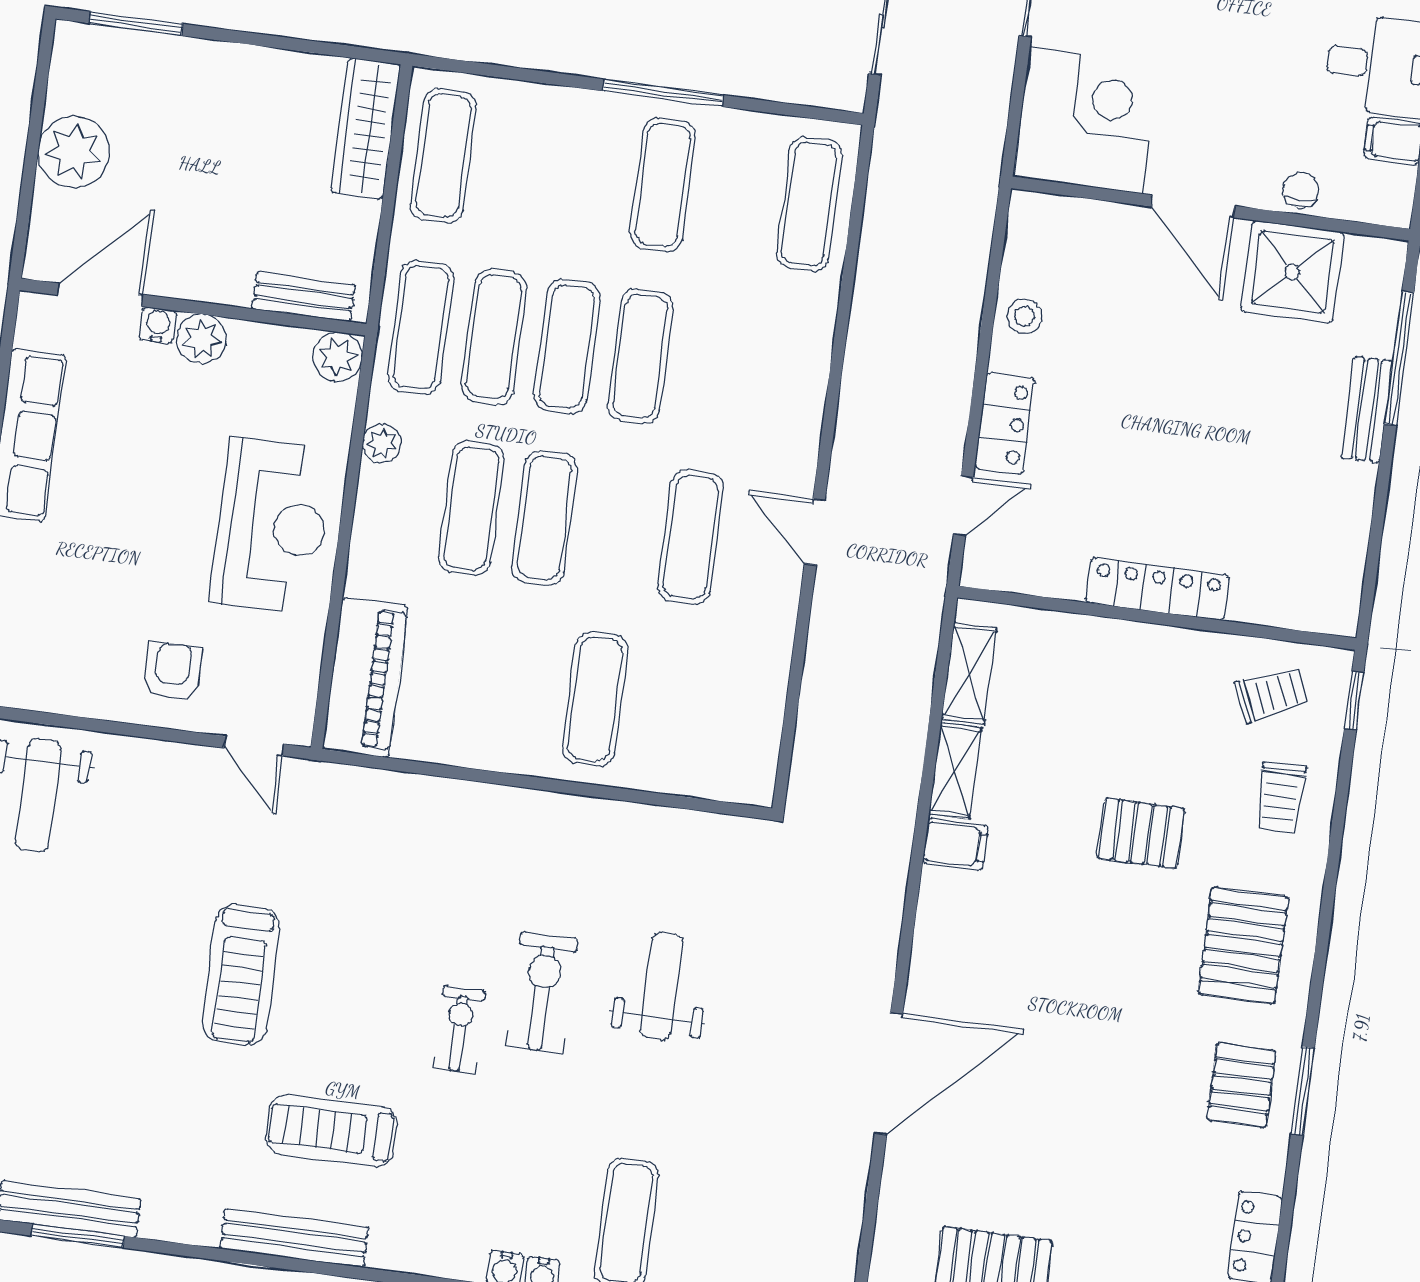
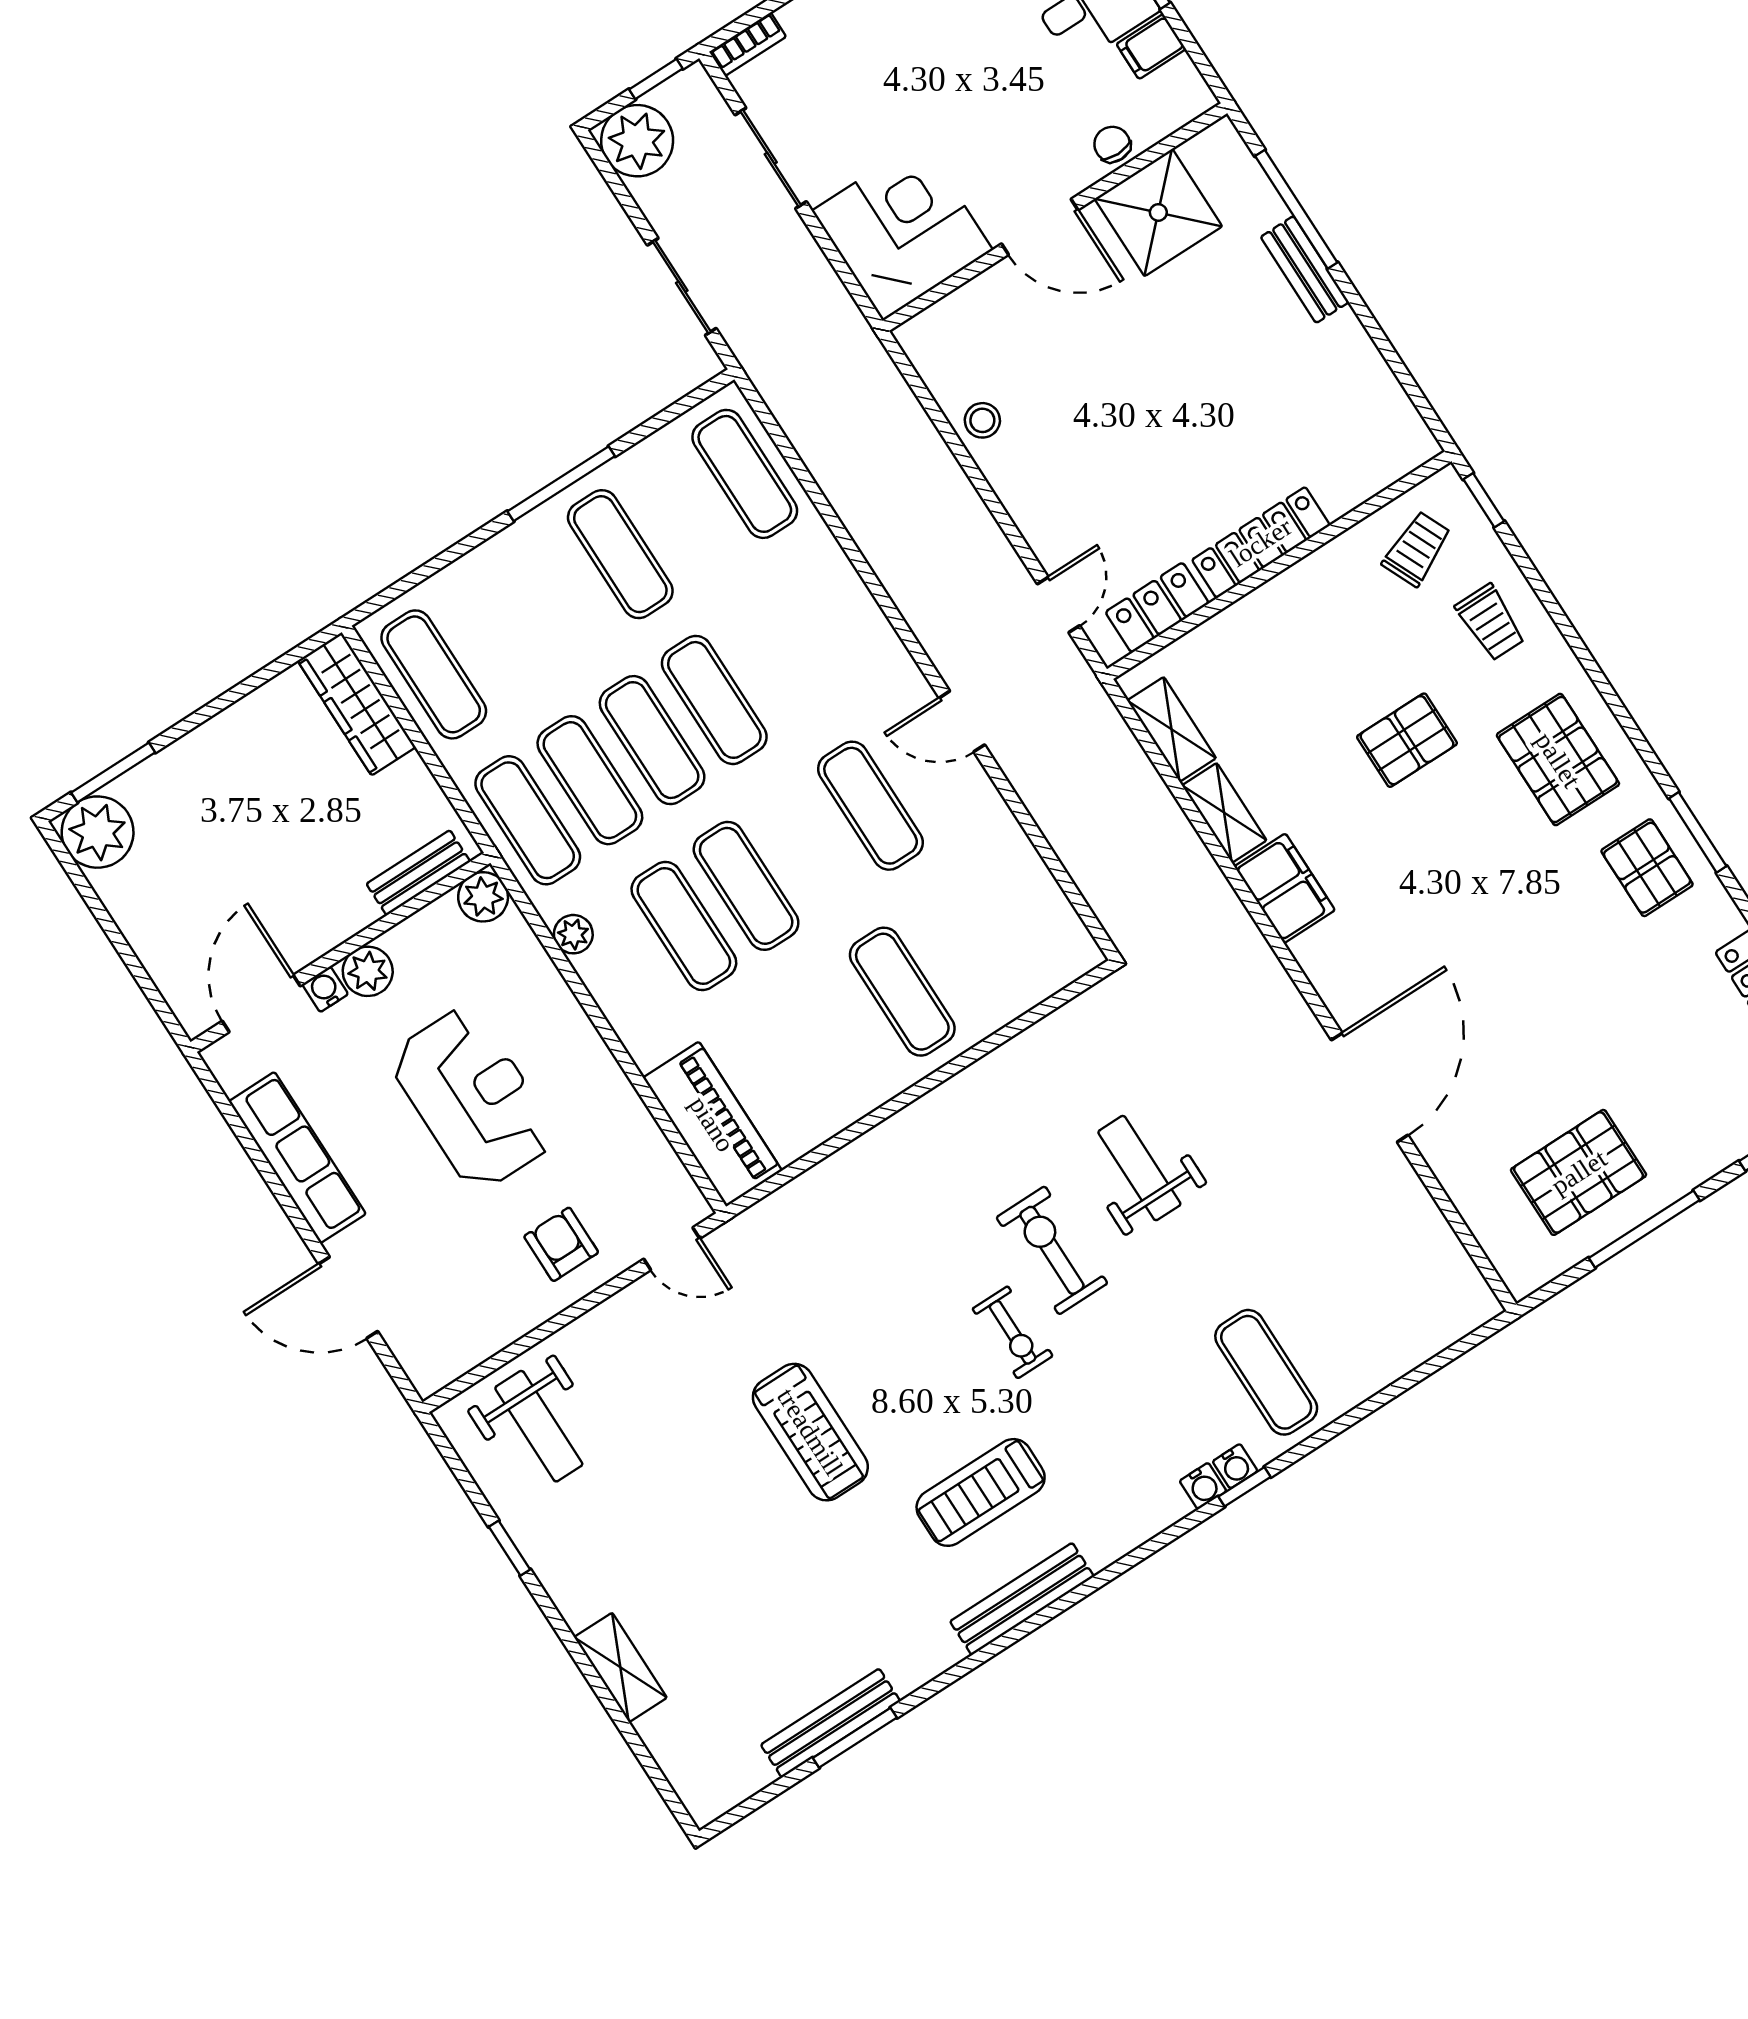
plant: (74, 152) -> (98, 832), moved
locker: (1005, 423) -> (1157, 608), moved, turned -90
reception desk: (272, 526) -> (473, 1098), moved
filing cabinet: (955, 844) -> (1285, 888), width x2.00
exercise bike: (459, 1029) -> (1013, 1332), turned 180

